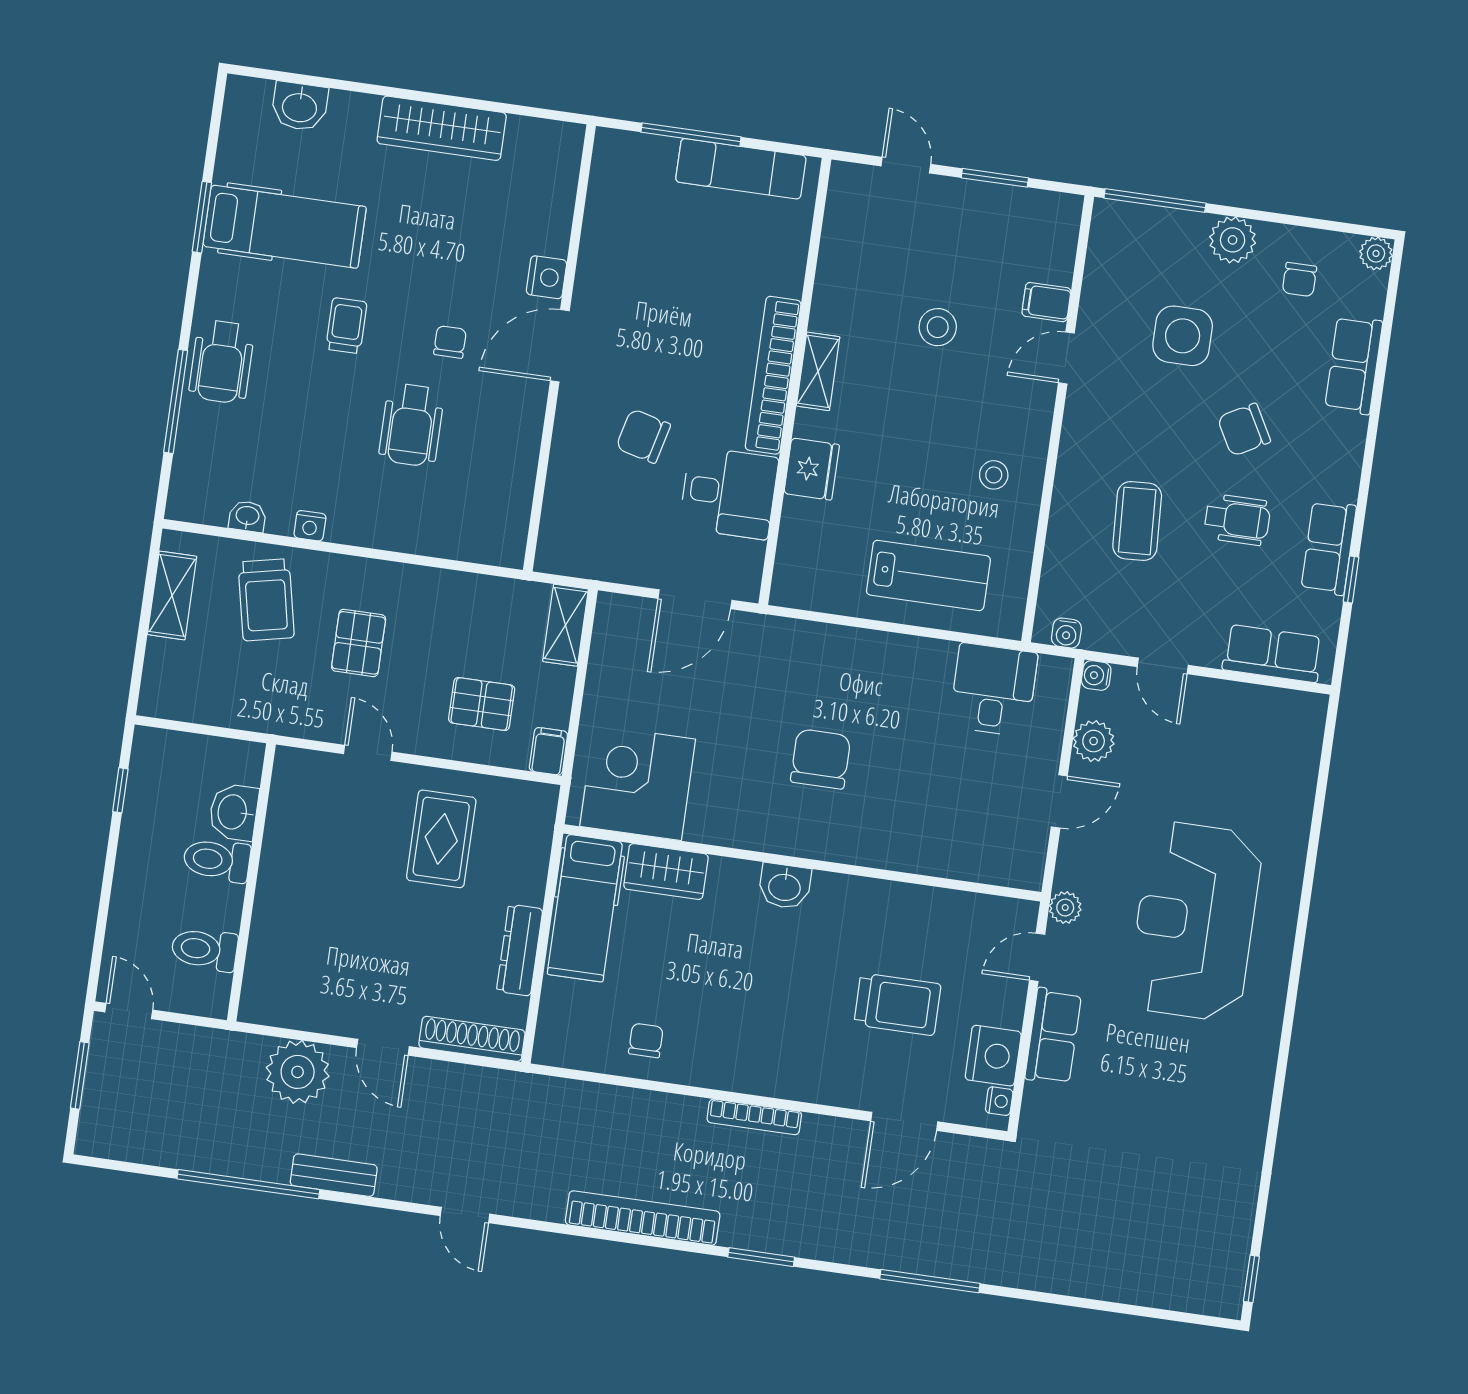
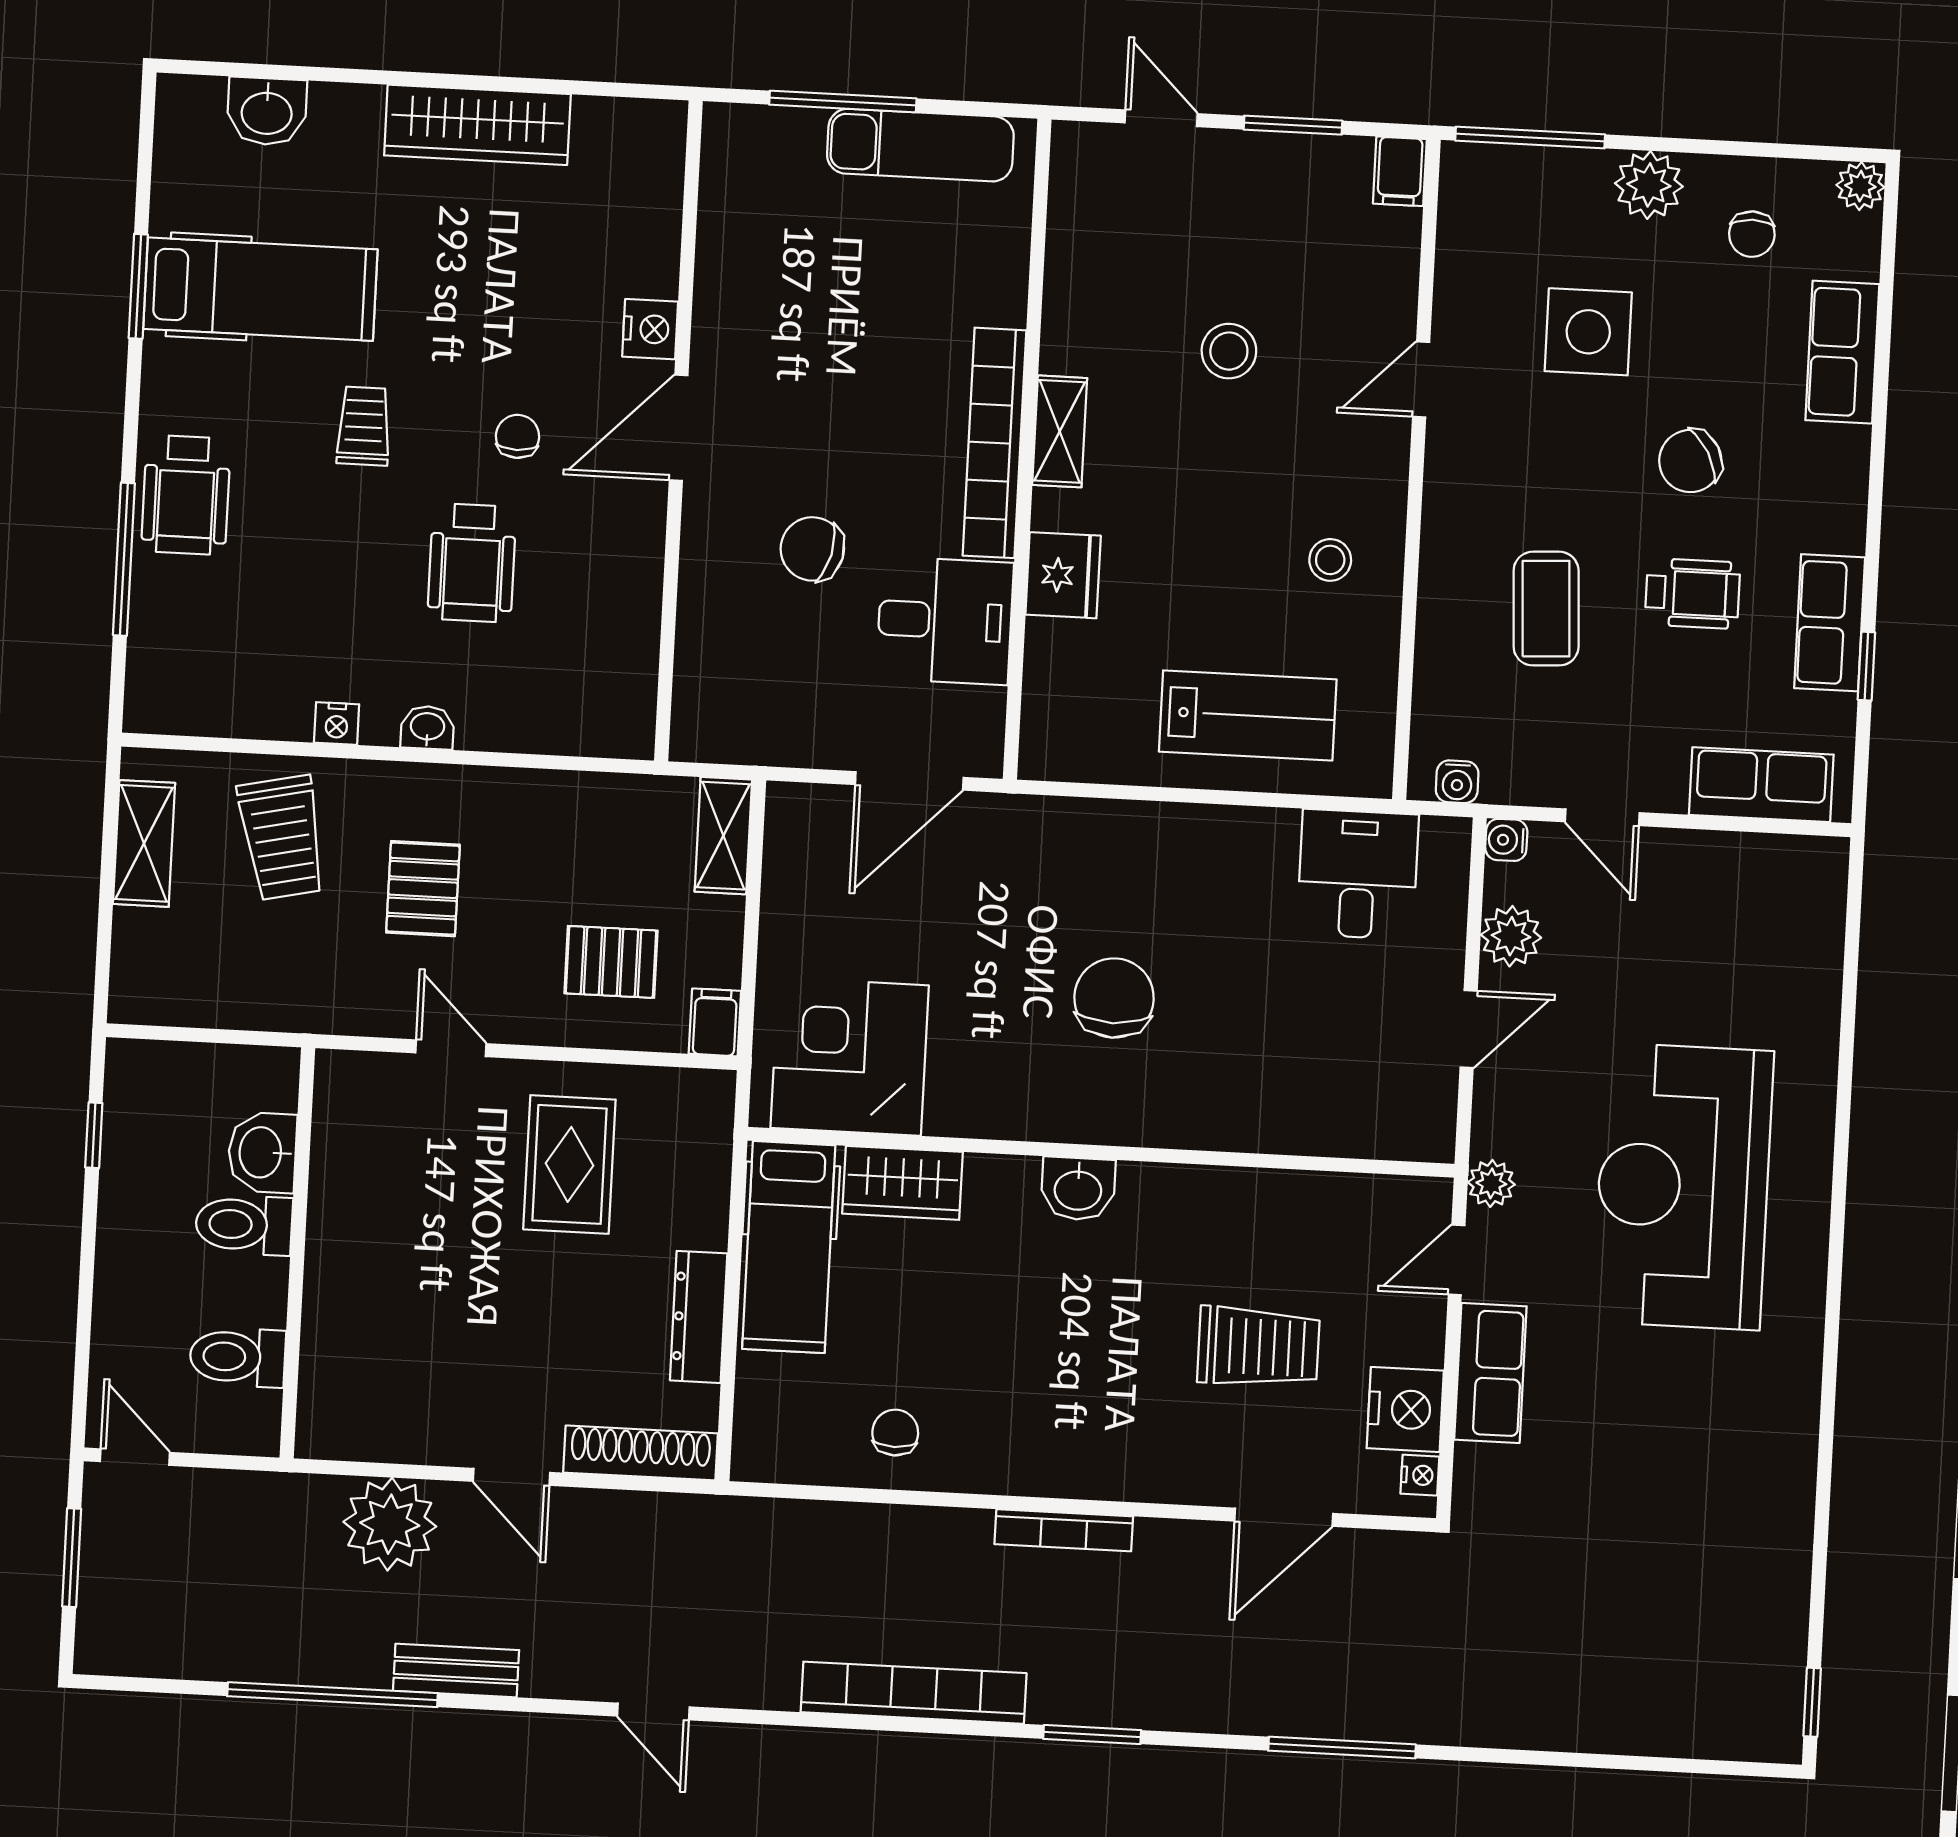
filing cabinet: (1046, 302) -> (1400, 171), moved, turned -90
washbasin: (247, 516) -> (427, 728), moved

